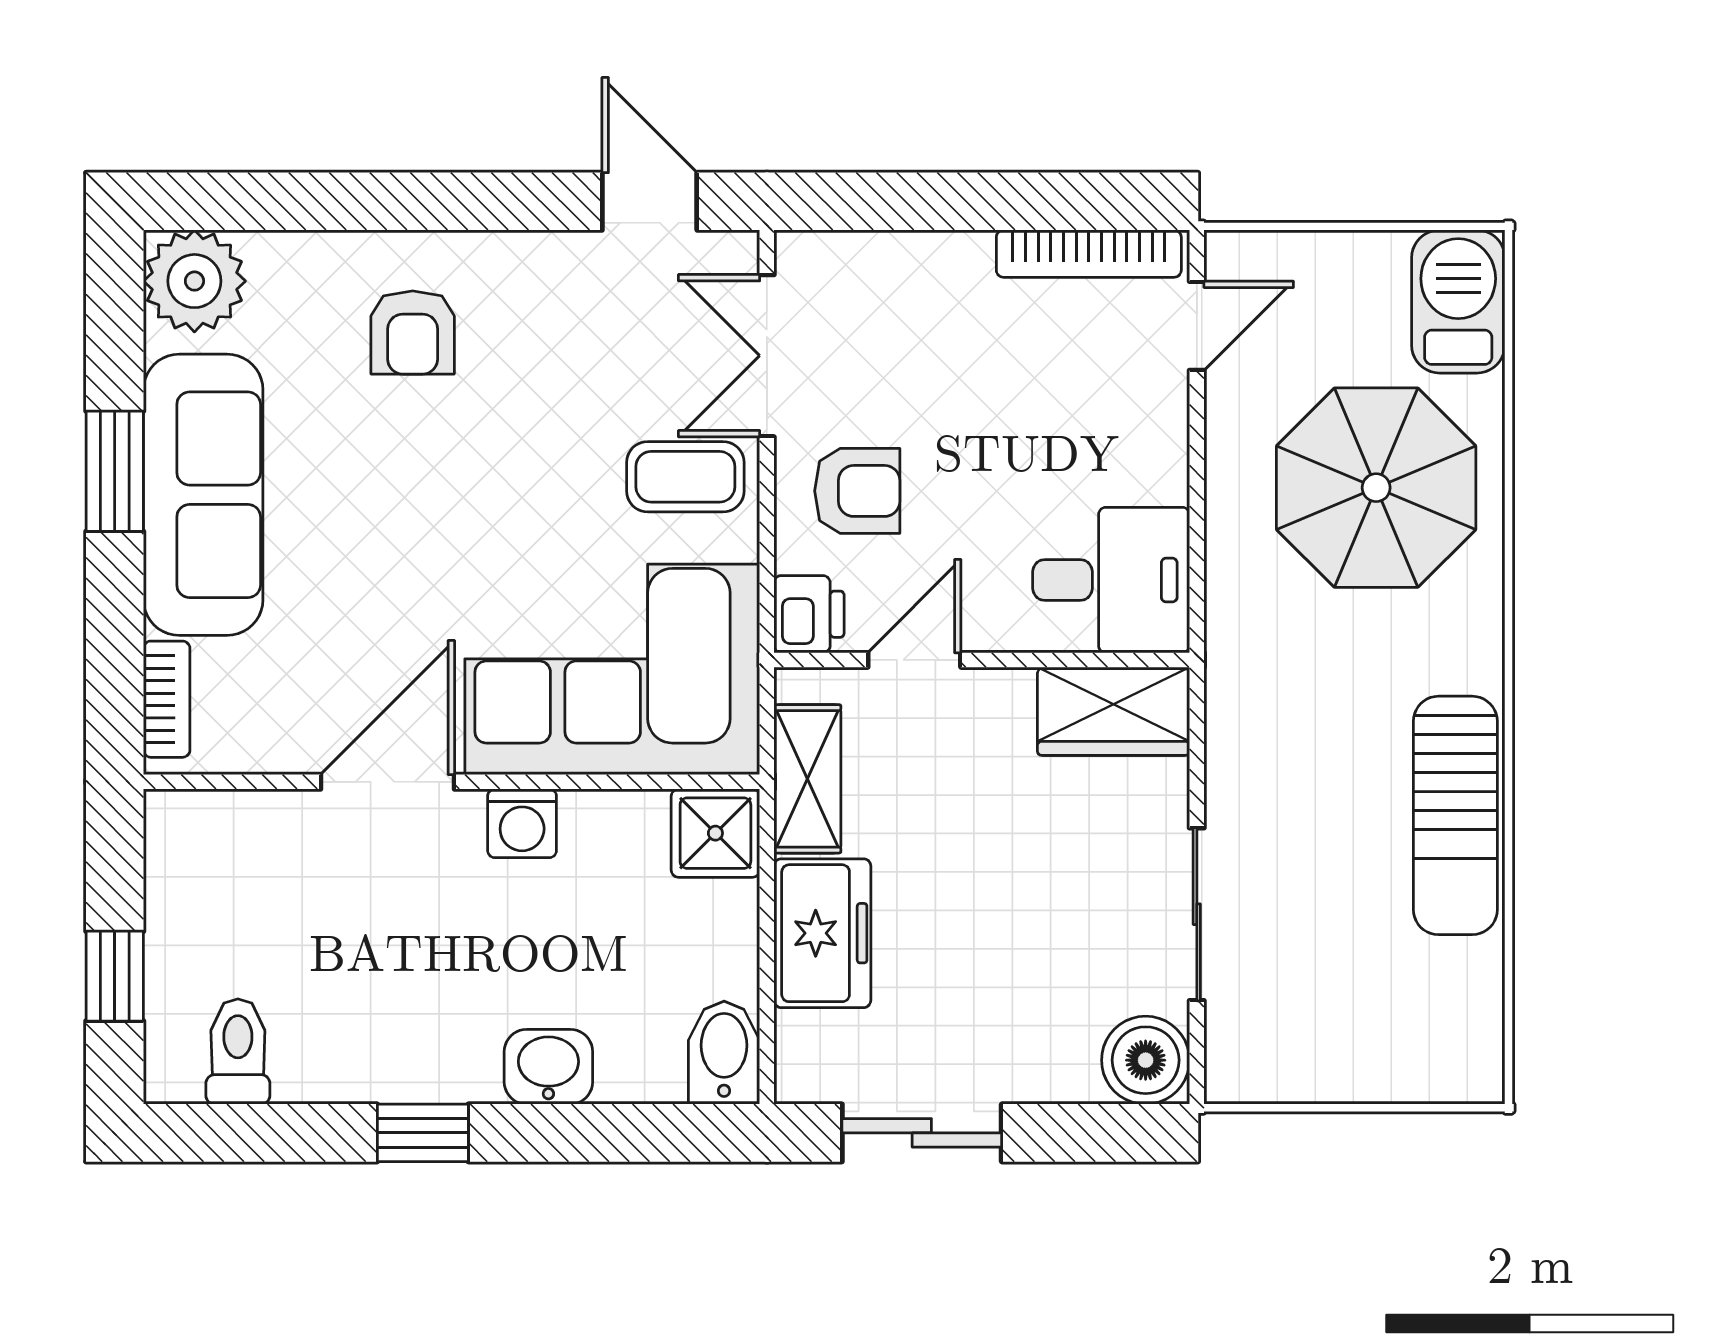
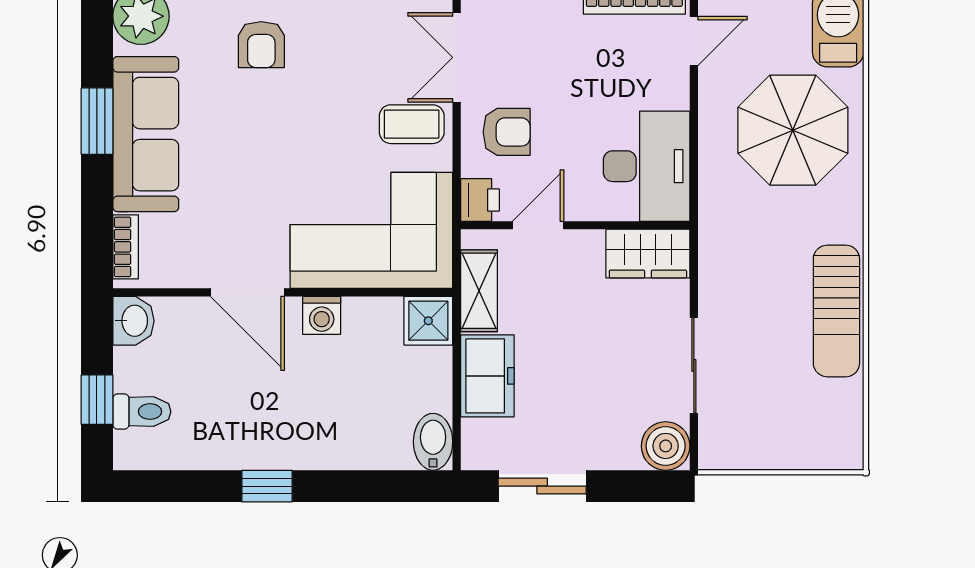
desk: (1111, 580) -> (647, 166), width x1.37
door: (387, 782) -> (247, 292), swing flipped
toilet: (238, 1052) -> (142, 412), moved, turned 90
washbasin: (548, 1067) -> (133, 321), moved, turned 90

